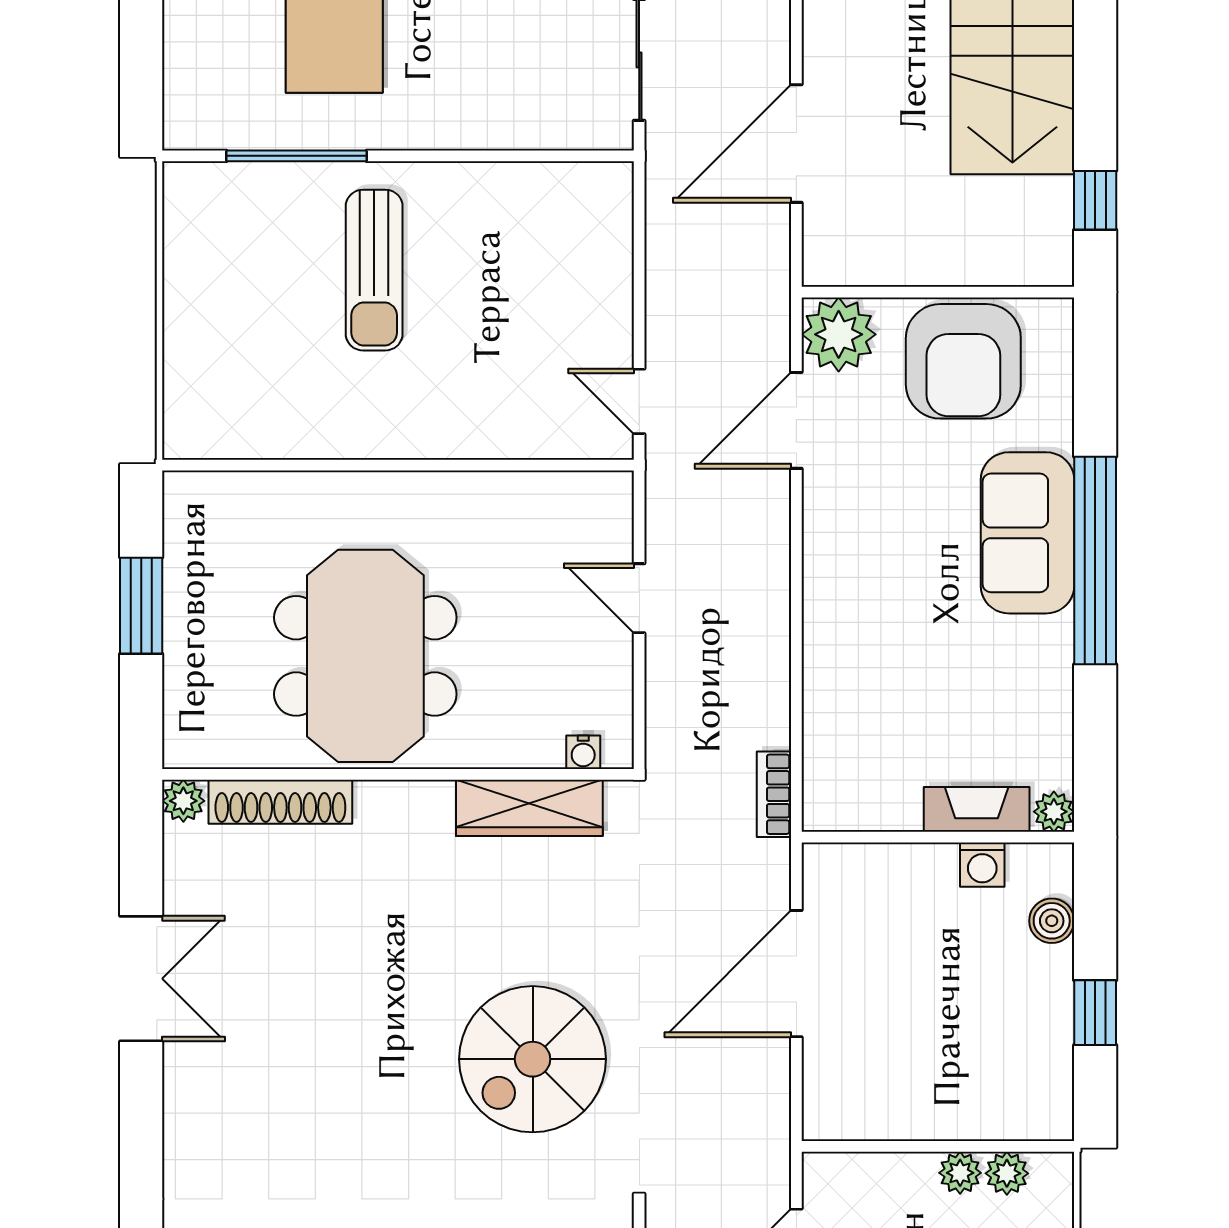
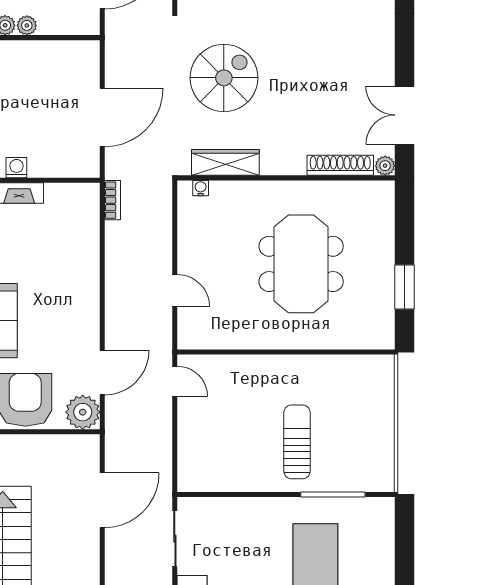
water cooler: (583, 752) -> (201, 188), moved
wall: (398, 774) -> (286, 178), moved
plant: (183, 801) -> (385, 166), moved
shoe rack: (280, 802) -> (340, 165), moved
wardrobe: (529, 808) -> (225, 162), moved

